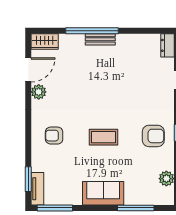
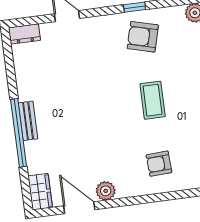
armchair: (54, 136) -> (159, 164), turned 87
armchair: (153, 136) -> (143, 37), turned -75

